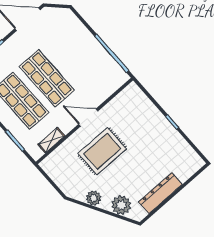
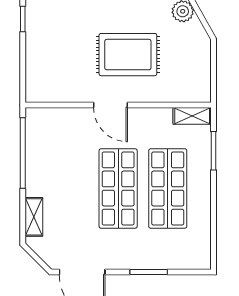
shelving: (77, 26) -> (34, 217), added
shelving: (51, 140) -> (192, 116), moved

